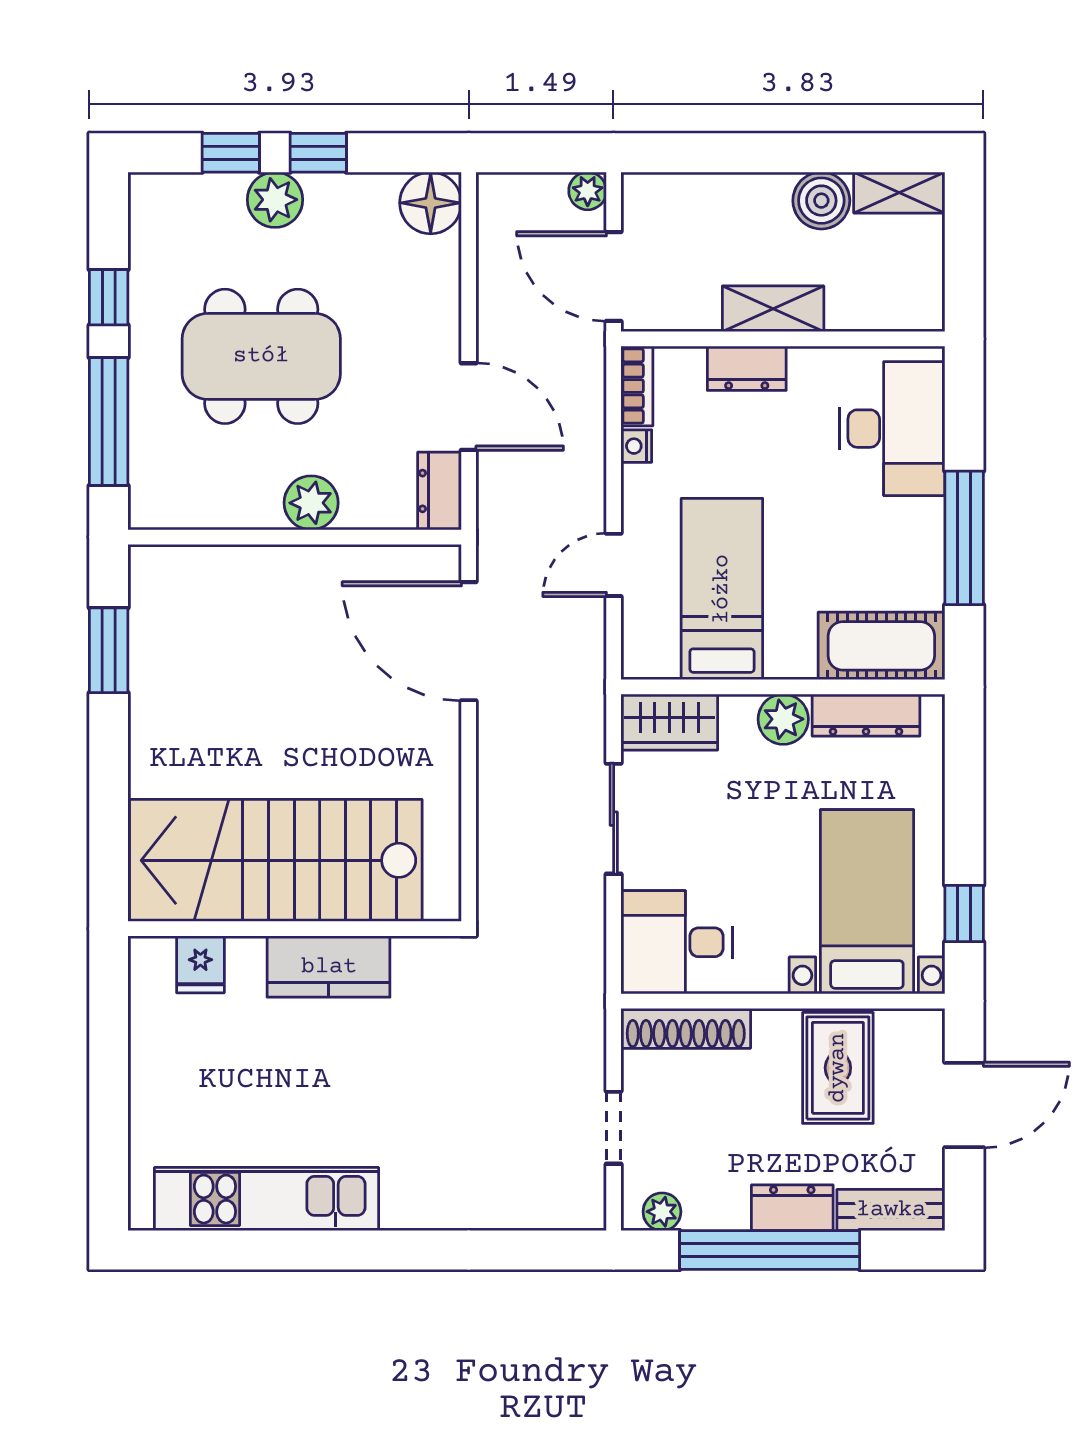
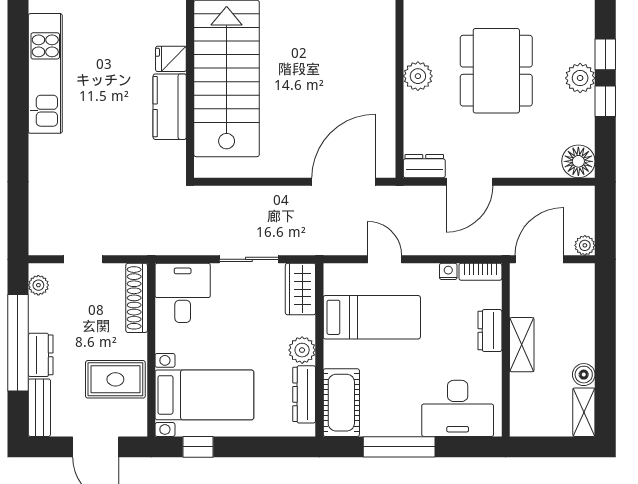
boiler: (821, 201) -> (584, 375), width x0.73, depth x0.73
plant: (311, 503) -> (418, 76), moved
fridge: (200, 964) -> (171, 59), moved

